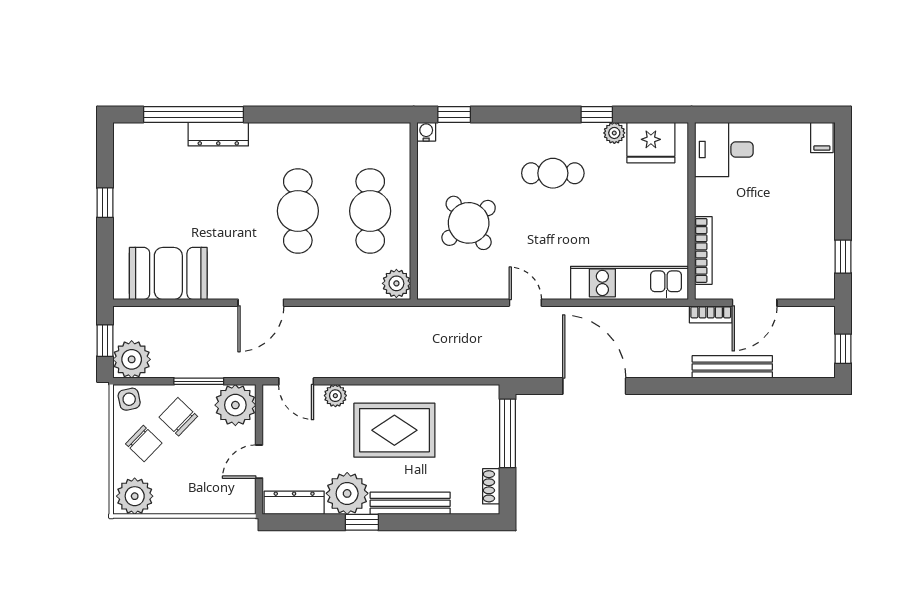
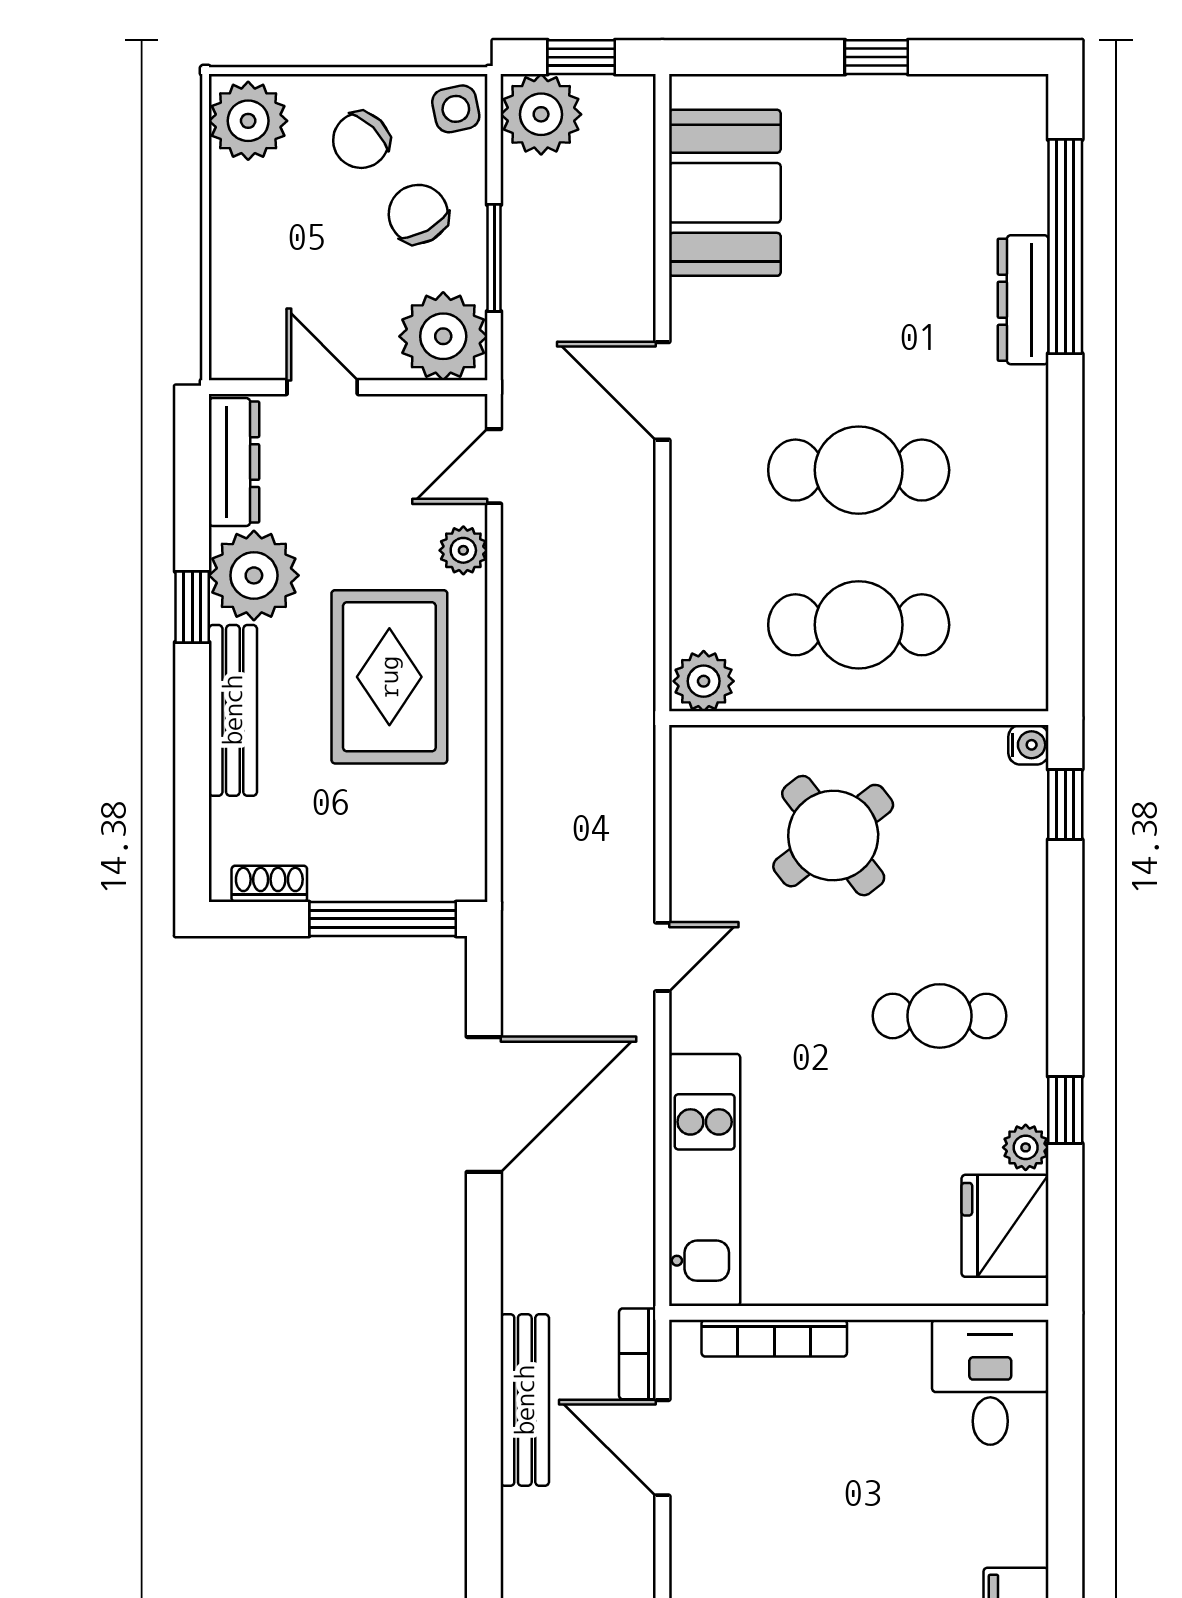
cafe table: (553, 173) -> (940, 1016), turned 90
chair: (178, 417) -> (418, 214), turned -73

